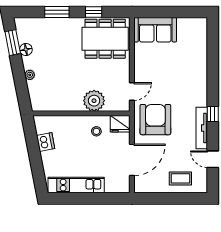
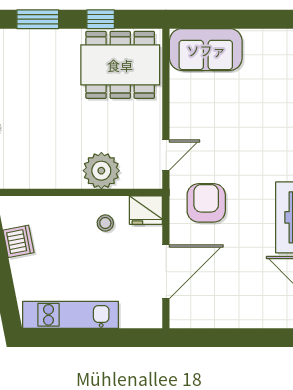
armchair: (155, 120) -> (206, 203), width x0.73, depth x0.73
coffee table: (180, 178) -> (249, 304), removed

